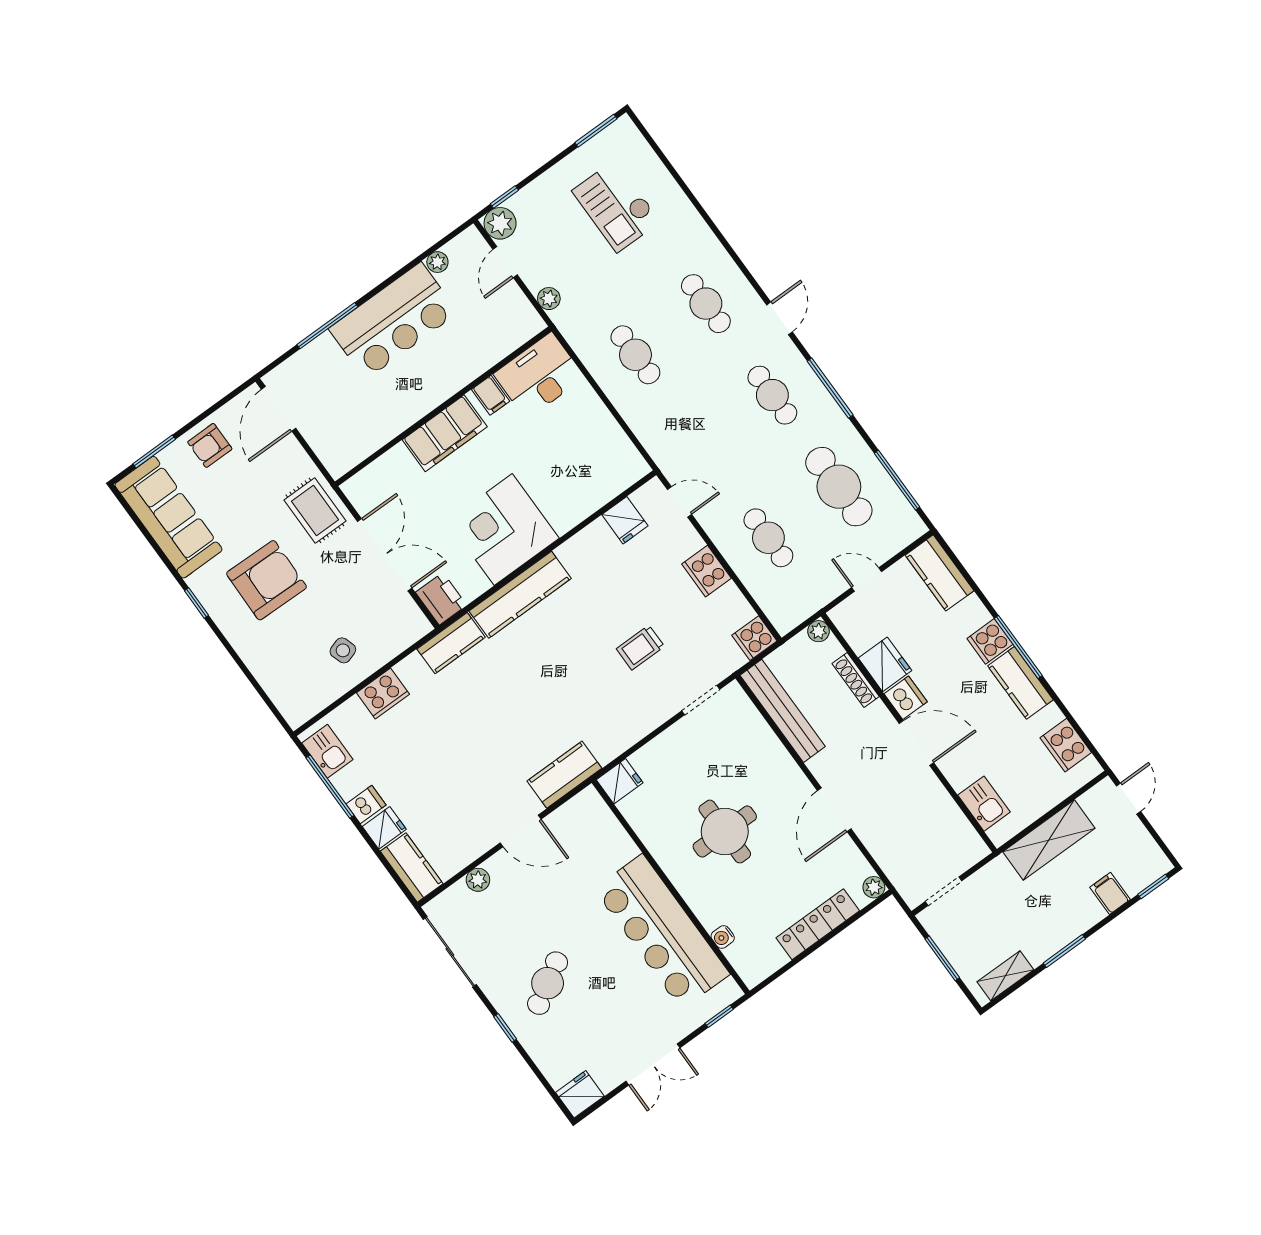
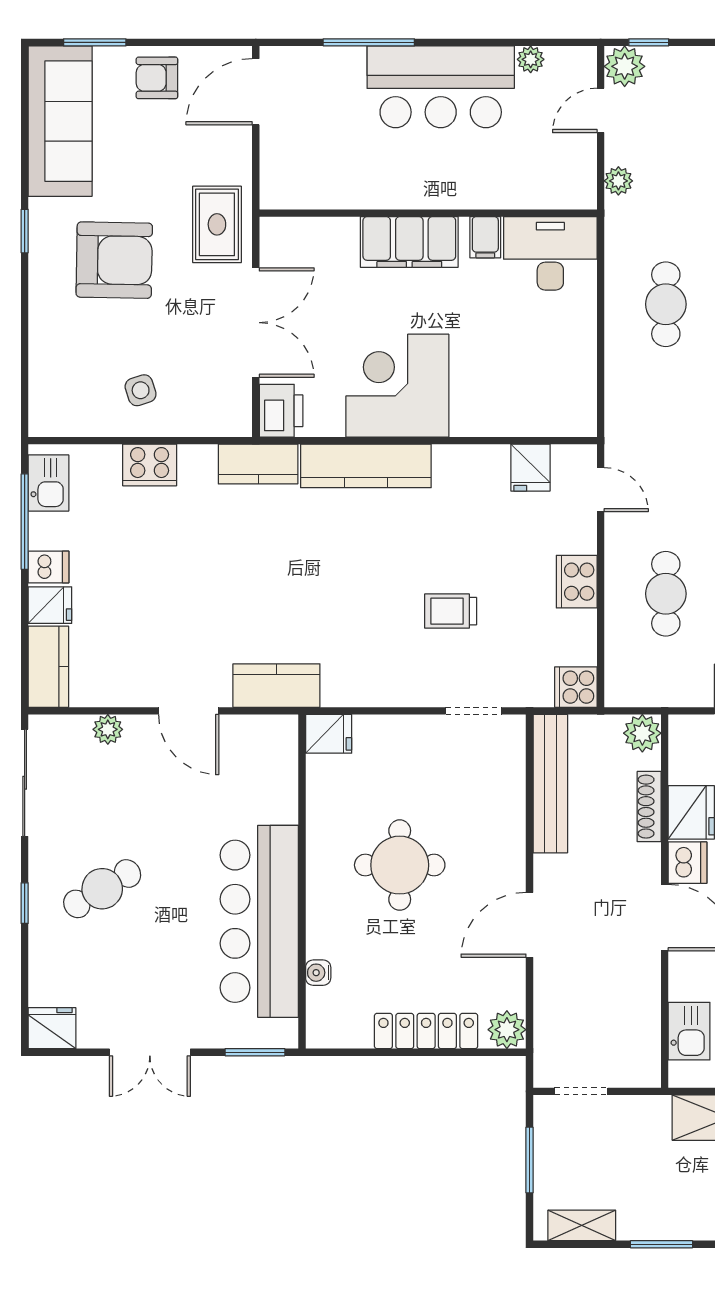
plant: (818, 631) -> (642, 733), width x1.38, depth x1.38
plant: (874, 887) -> (507, 1030), width x1.38, depth x1.38
window: (719, 1016) -> (255, 1052), width x1.50

